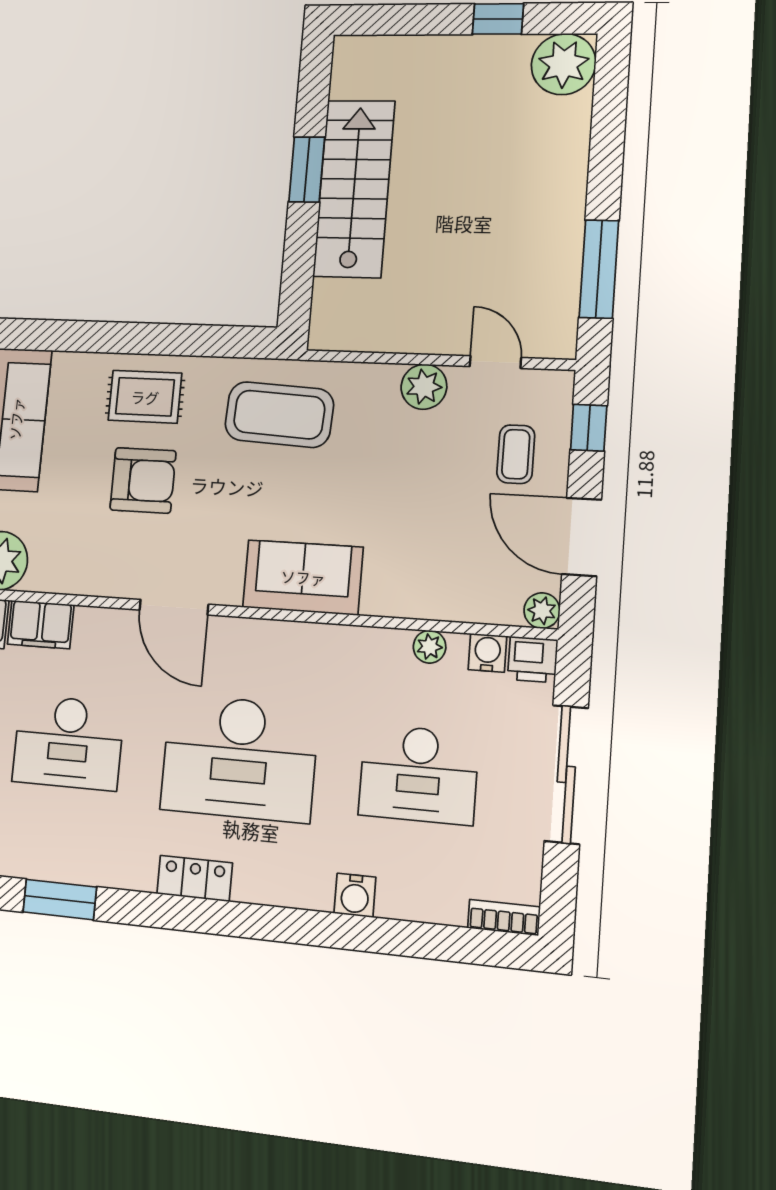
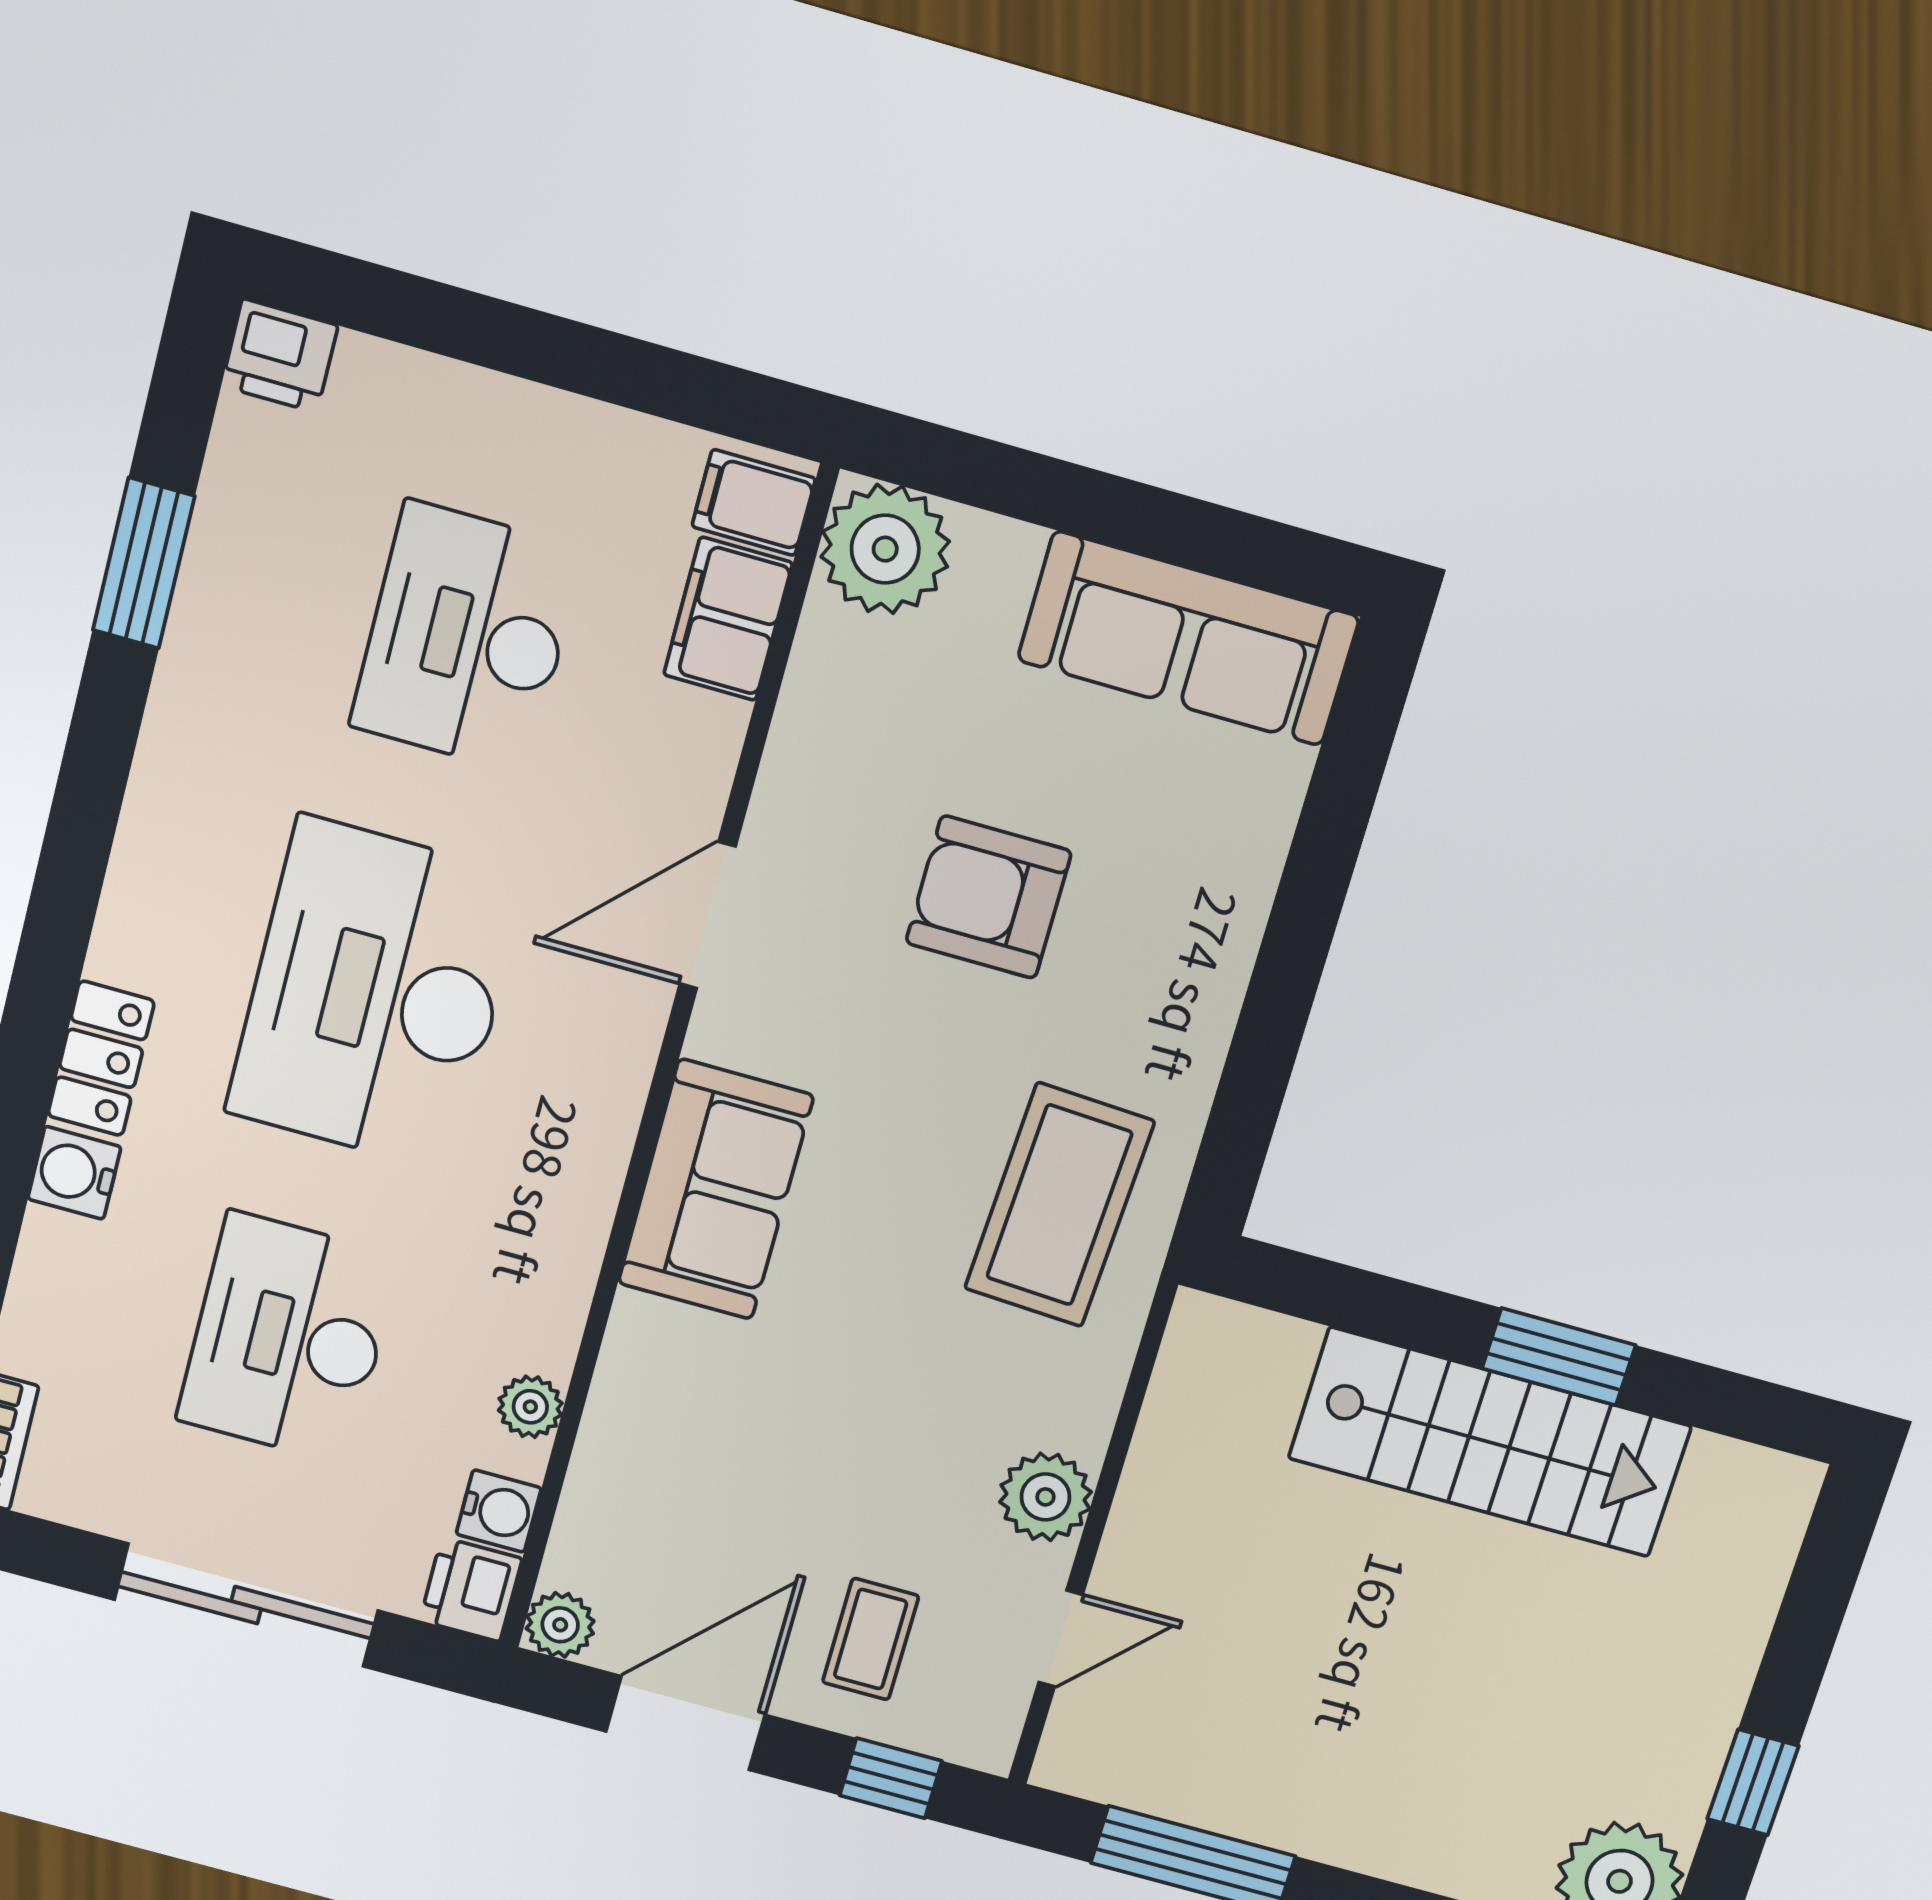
rug: (145, 397) -> (1167, 933), removed
coffee table: (516, 454) -> (871, 1639), turned 90
armchair: (143, 480) -> (989, 897), turned 90
locker: (195, 878) -> (101, 1058), moved

